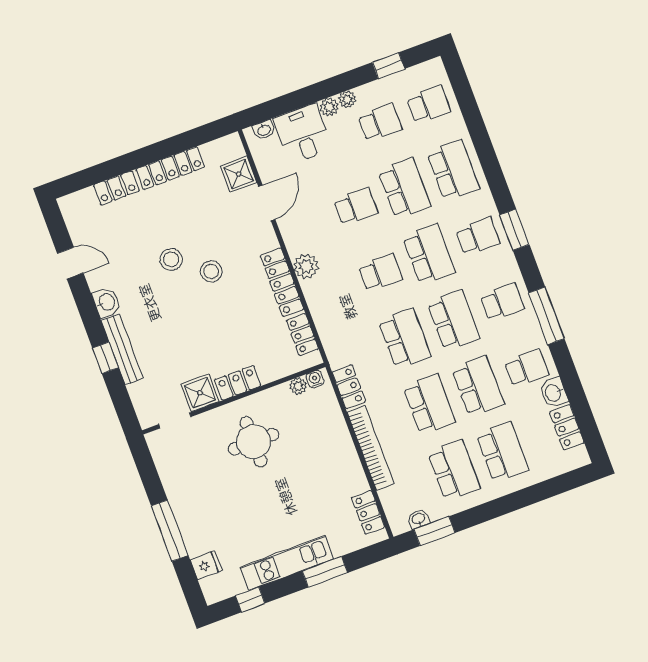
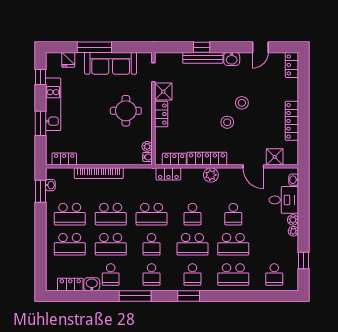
school desk: (380, 122) -> (274, 244), removed
locker: (116, 188) -> (292, 65), moved
school desk: (453, 320) -> (152, 244), width x0.54
locker: (349, 387) -> (168, 174), moved
sofa: (186, 495) -> (111, 63), added

